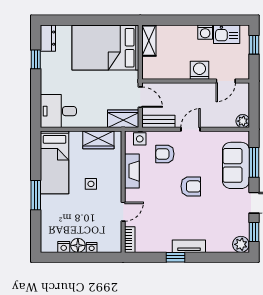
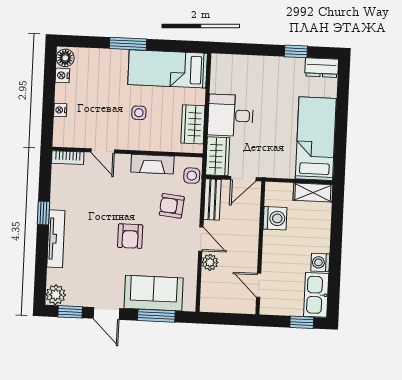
kitchen sink: (227, 34) -> (316, 295), width x1.38
bed: (105, 48) -> (316, 139), width x0.67
washing machine: (199, 70) -> (275, 218), moved
desk: (58, 111) -> (231, 115), moved, turned -90
plant: (243, 121) -> (210, 262), moved
armchair: (165, 154) -> (172, 206), turned -84
floor lamp: (78, 245) -> (65, 58), moved
tv unit: (189, 246) -> (56, 239), width x1.41

